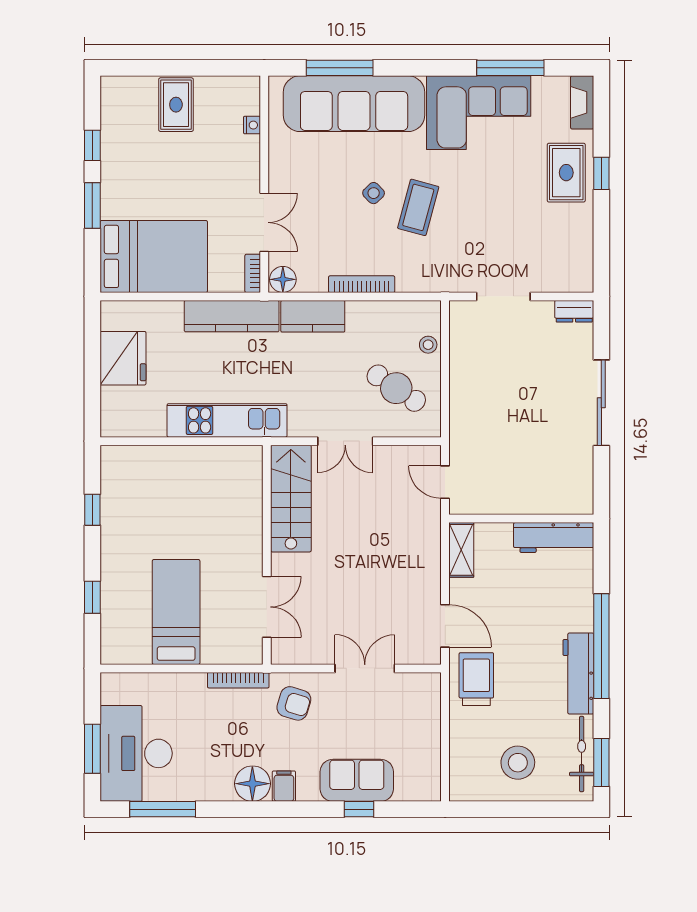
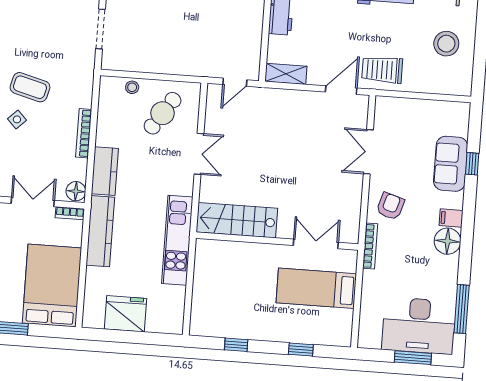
stairs: (291, 499) -> (237, 220), moved
wall: (267, 555) -> (277, 241), moved
double door: (267, 607) -> (316, 244), moved

